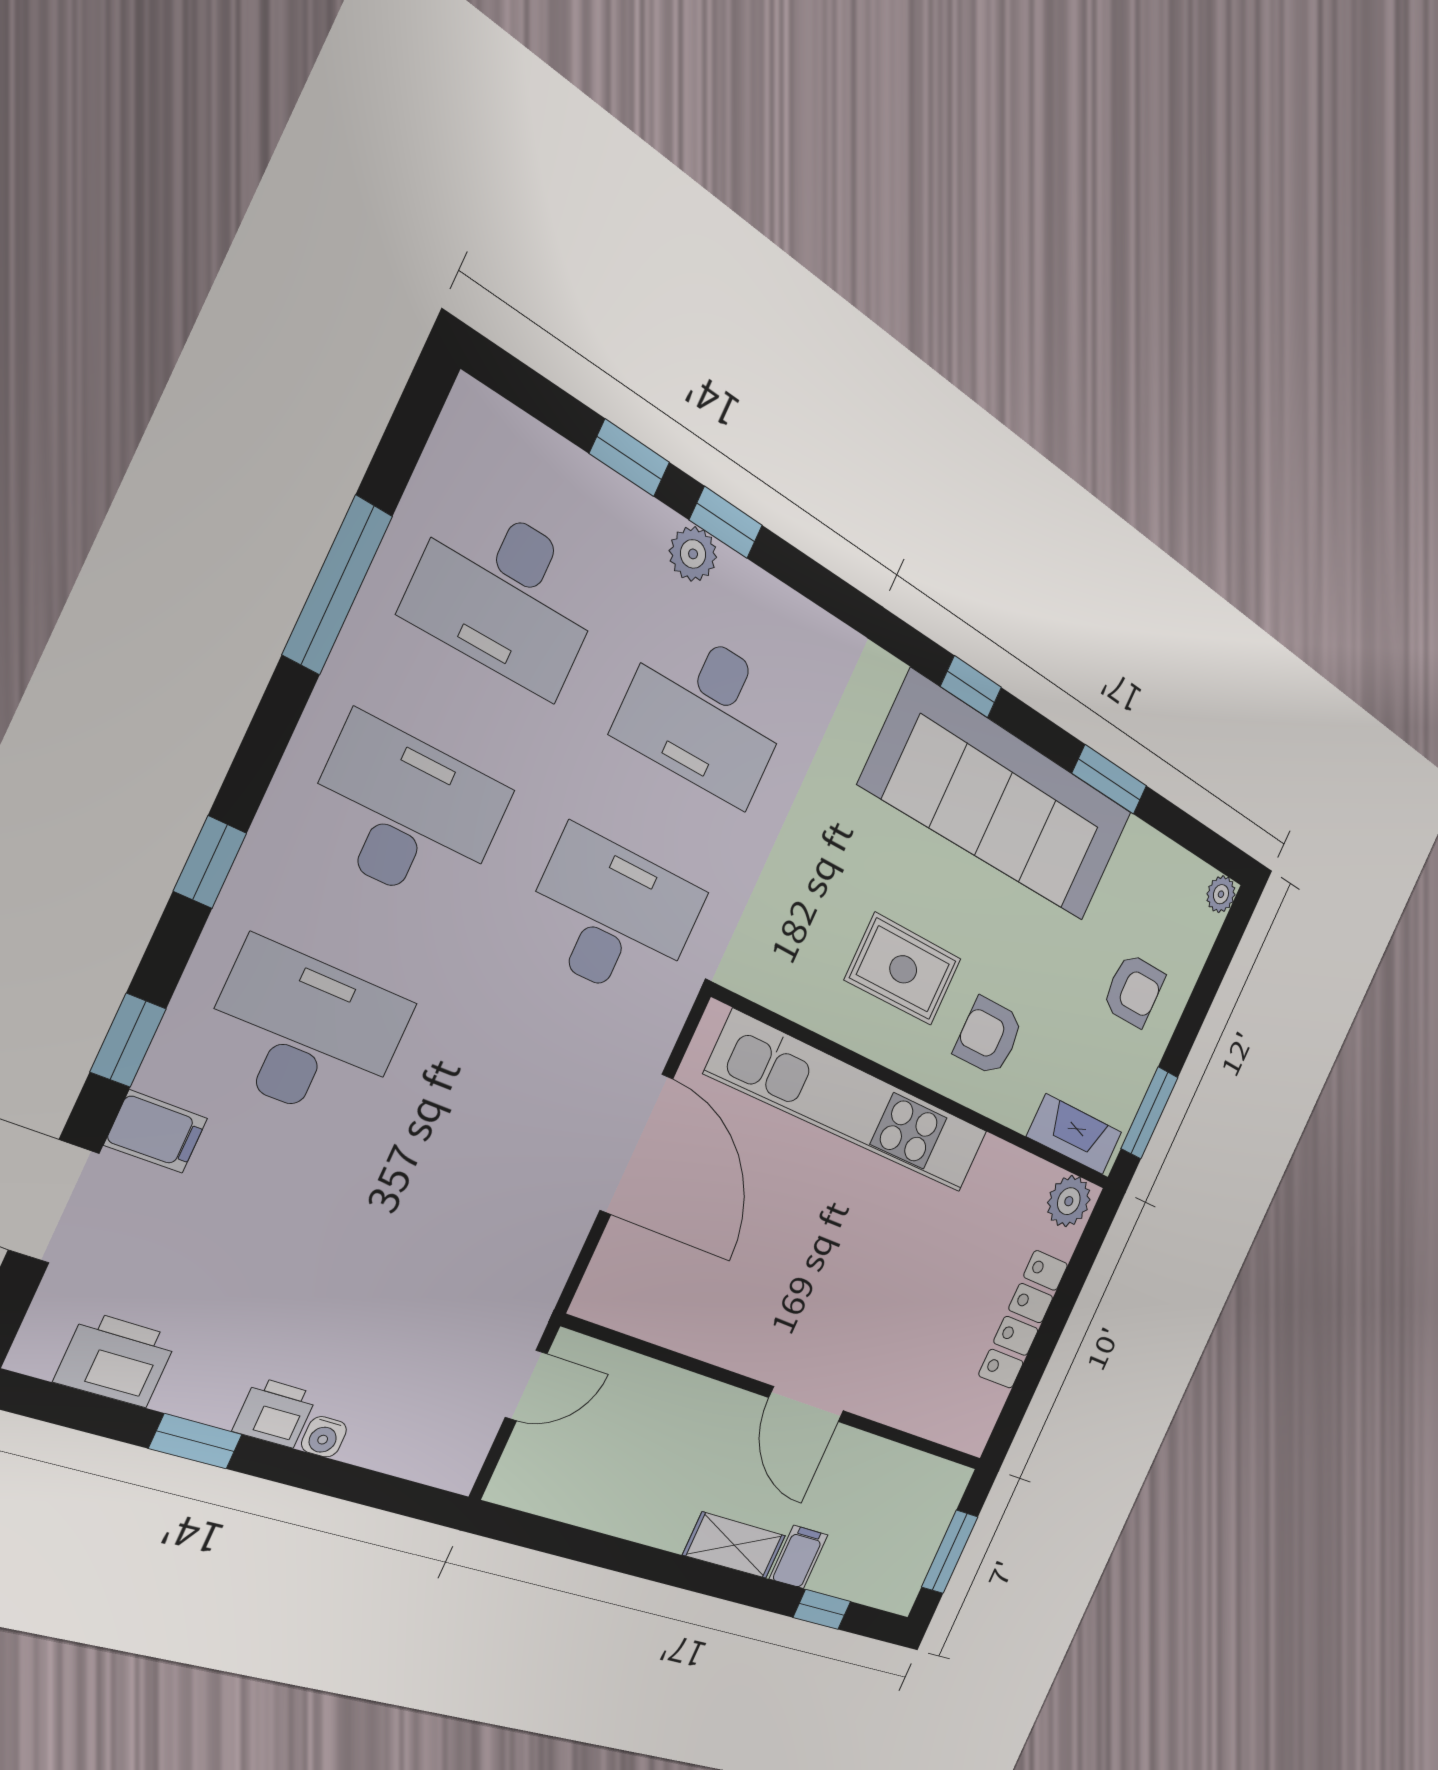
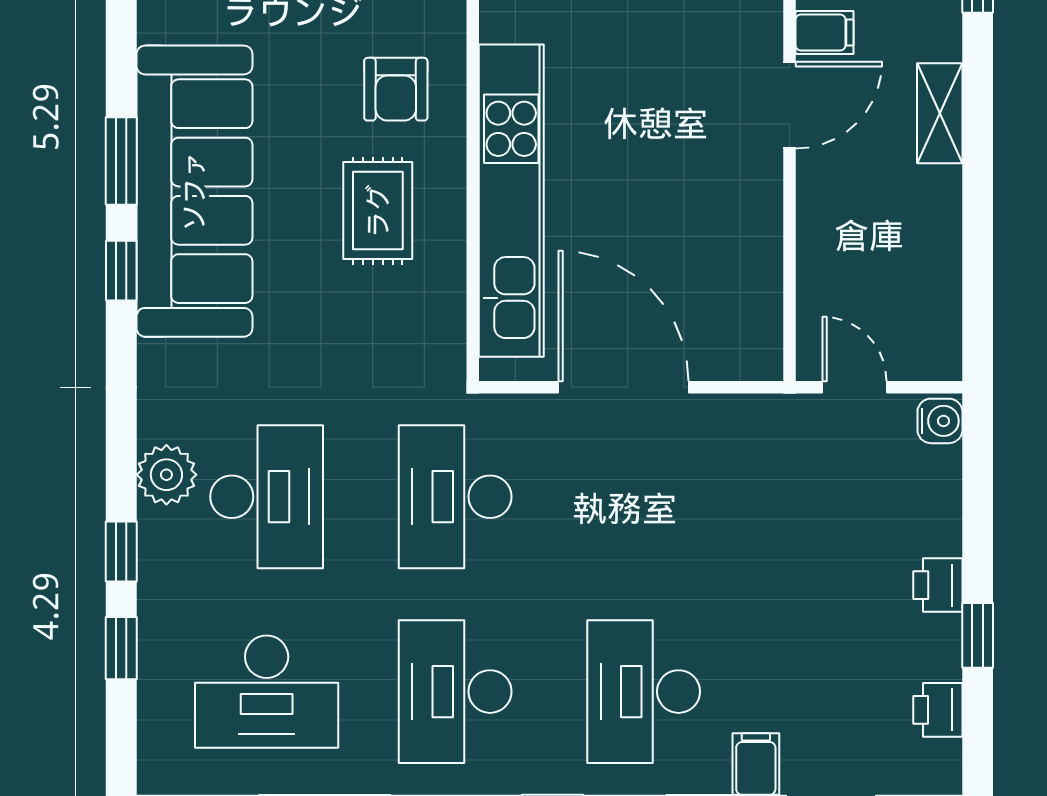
plant: (693, 554) -> (166, 475), moved, width x1.38, depth x1.38
desk: (507, 596) -> (267, 692), turned 90
window: (1110, 780) -> (121, 161), moved
door: (636, 1145) -> (623, 387), hinge flipped
printer: (116, 1359) -> (938, 710), width x0.73, depth x0.81
water cooler: (324, 1437) -> (940, 421), moved, width x1.38, depth x1.38
filing cabinet: (799, 1557) -> (825, 32), moved, turned 180

